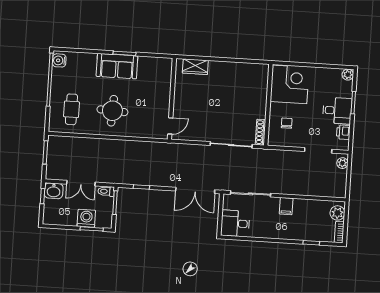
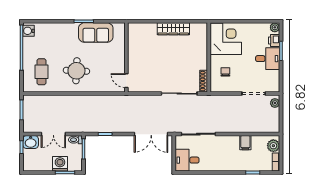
sofa: (117, 66) -> (96, 33), moved
wardrobe: (195, 67) -> (173, 29), moved, width x1.50
door: (170, 126) -> (126, 81), swing flipped
printer: (343, 132) -> (274, 41), moved
filing cabinet: (286, 206) -> (245, 143), moved

